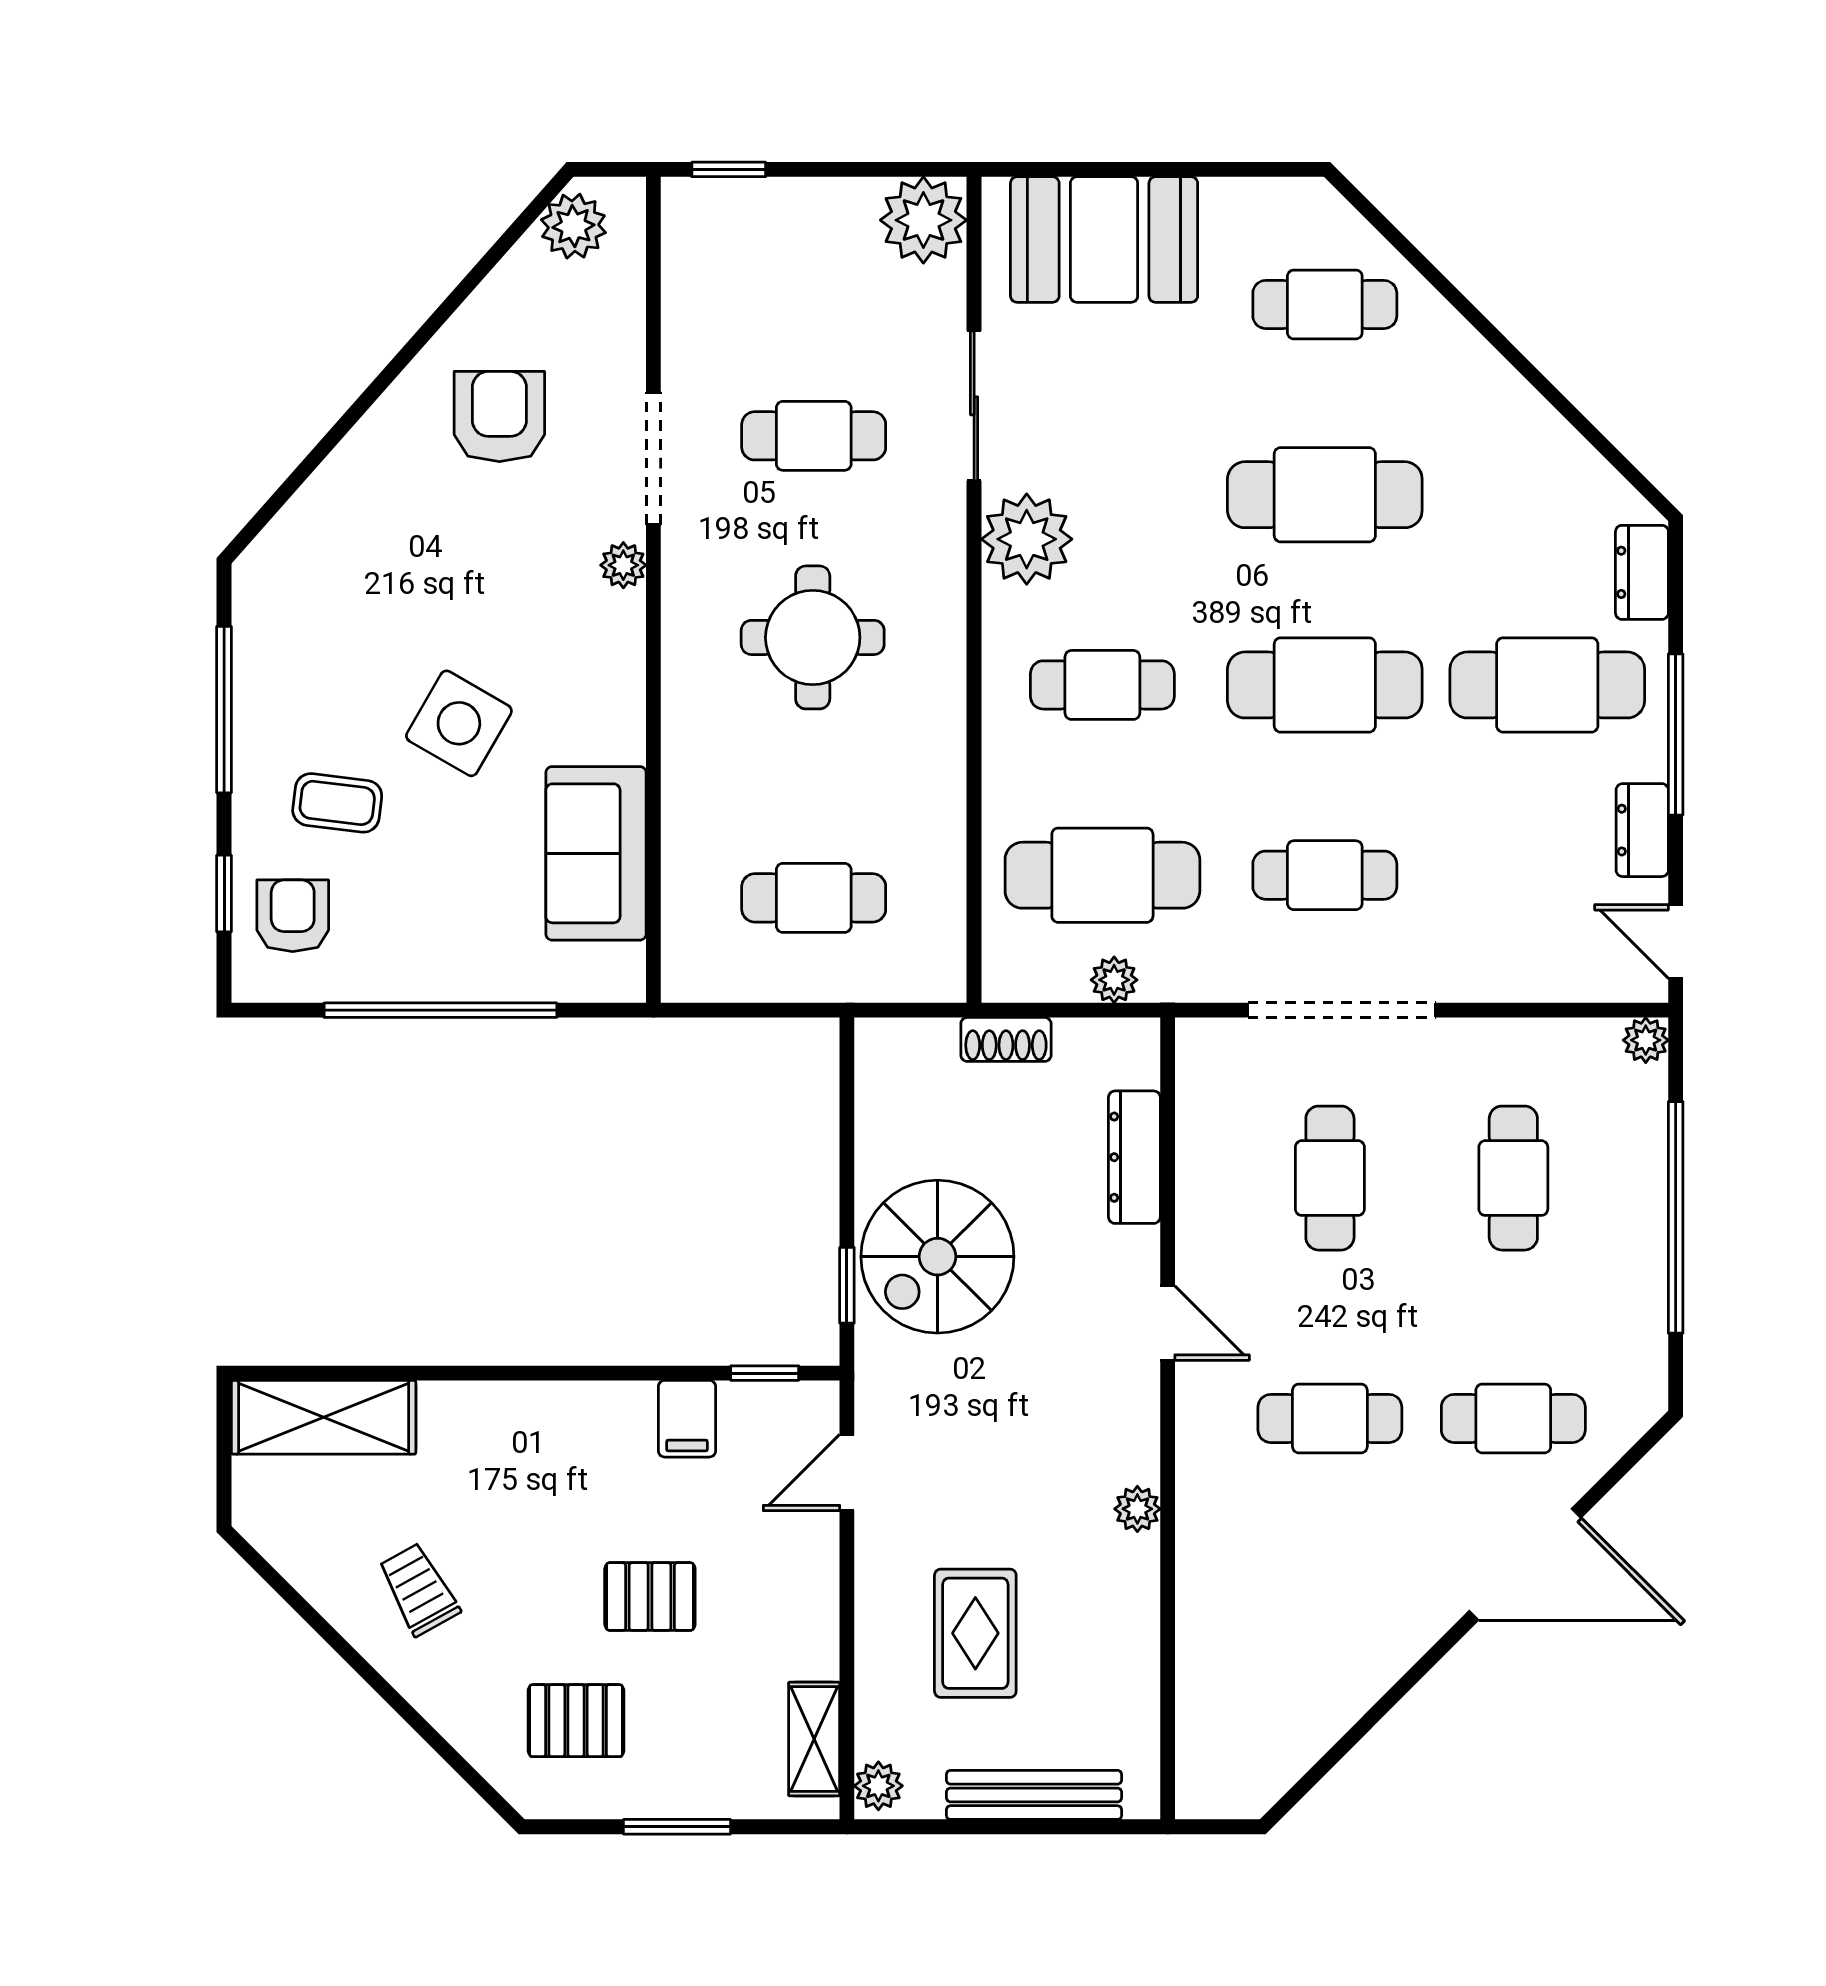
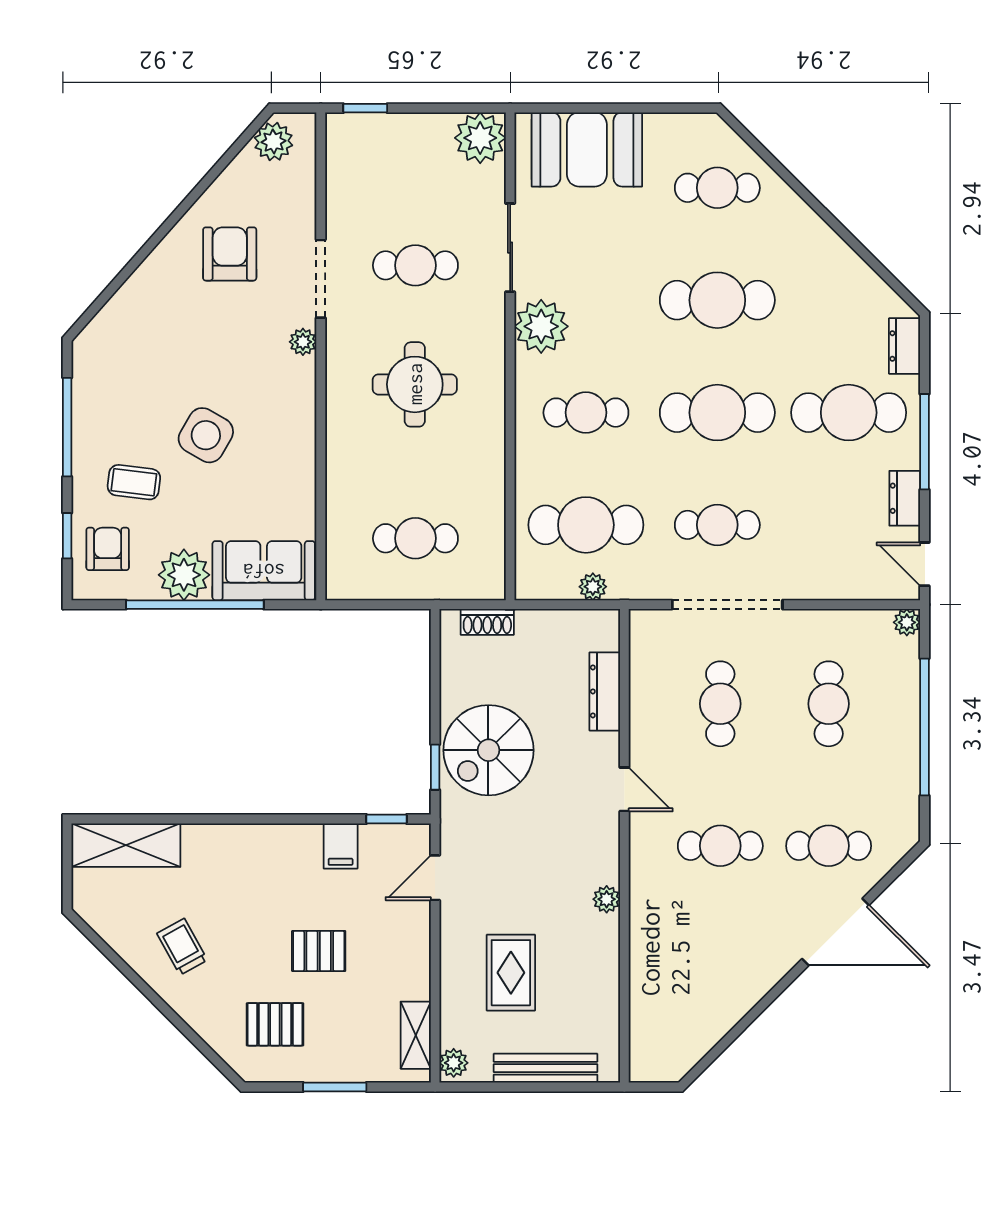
sofa: (596, 853) -> (264, 571), moved, turned 90
plant: (422, 960) -> (184, 575), added
shoe rack: (1006, 1039) -> (487, 622), moved

